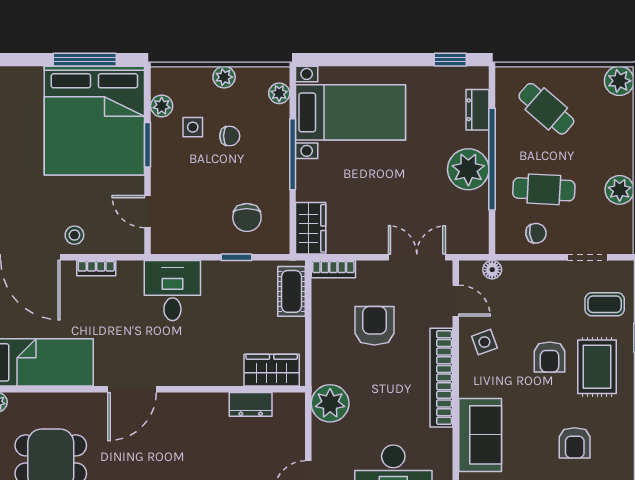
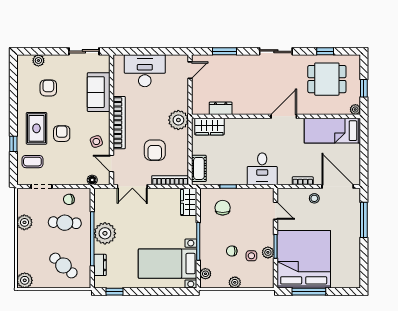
plant: (162, 106) -> (268, 252), moved
bookcase: (333, 269) -> (170, 180), width x1.56
plant: (330, 403) -> (178, 120), moved

